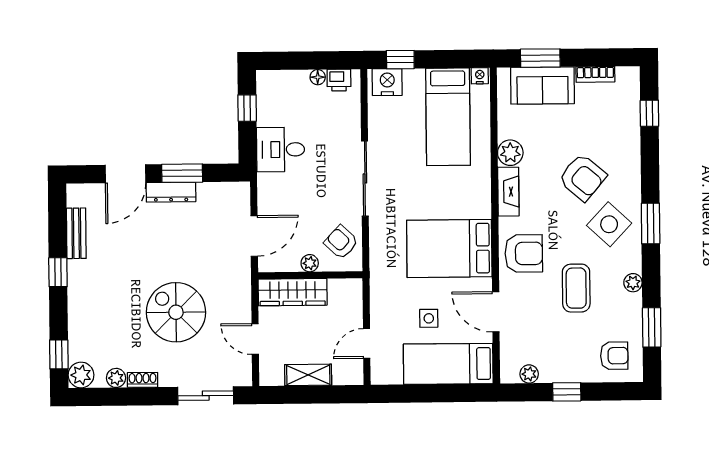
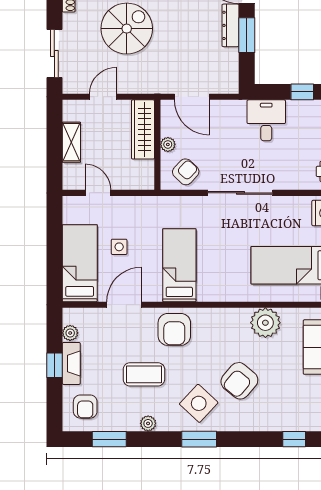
plant: (510, 153) -> (265, 323), width x1.36, depth x1.36
fireplace: (508, 192) -> (71, 363), moved, turned -90
bed: (449, 248) -> (179, 265), width x0.67

